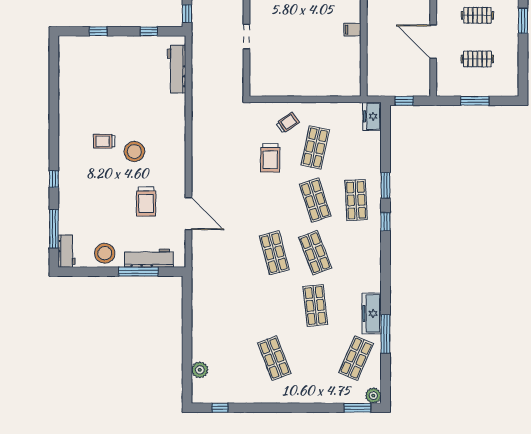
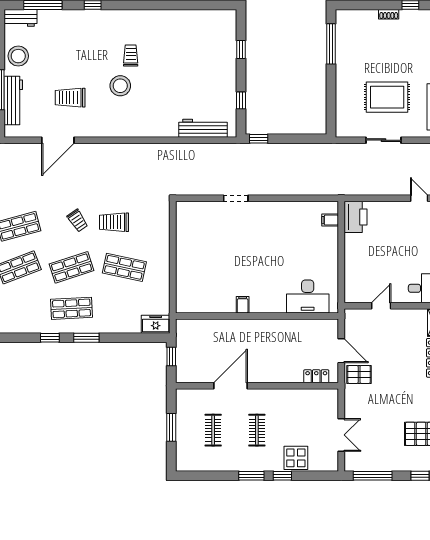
trolley: (288, 123) -> (78, 221), moved

